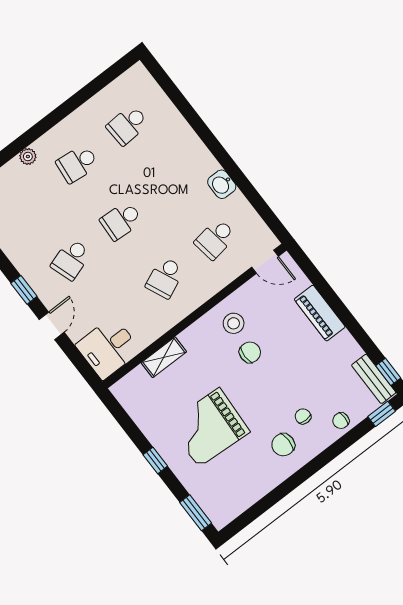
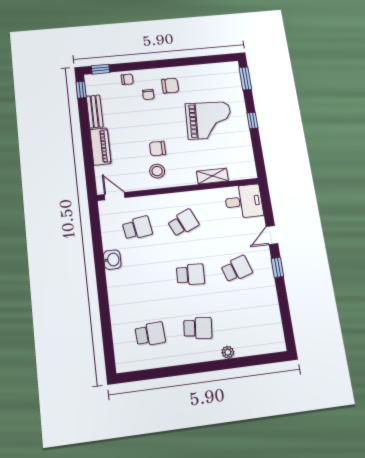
bench: (374, 379) -> (95, 111), moved

